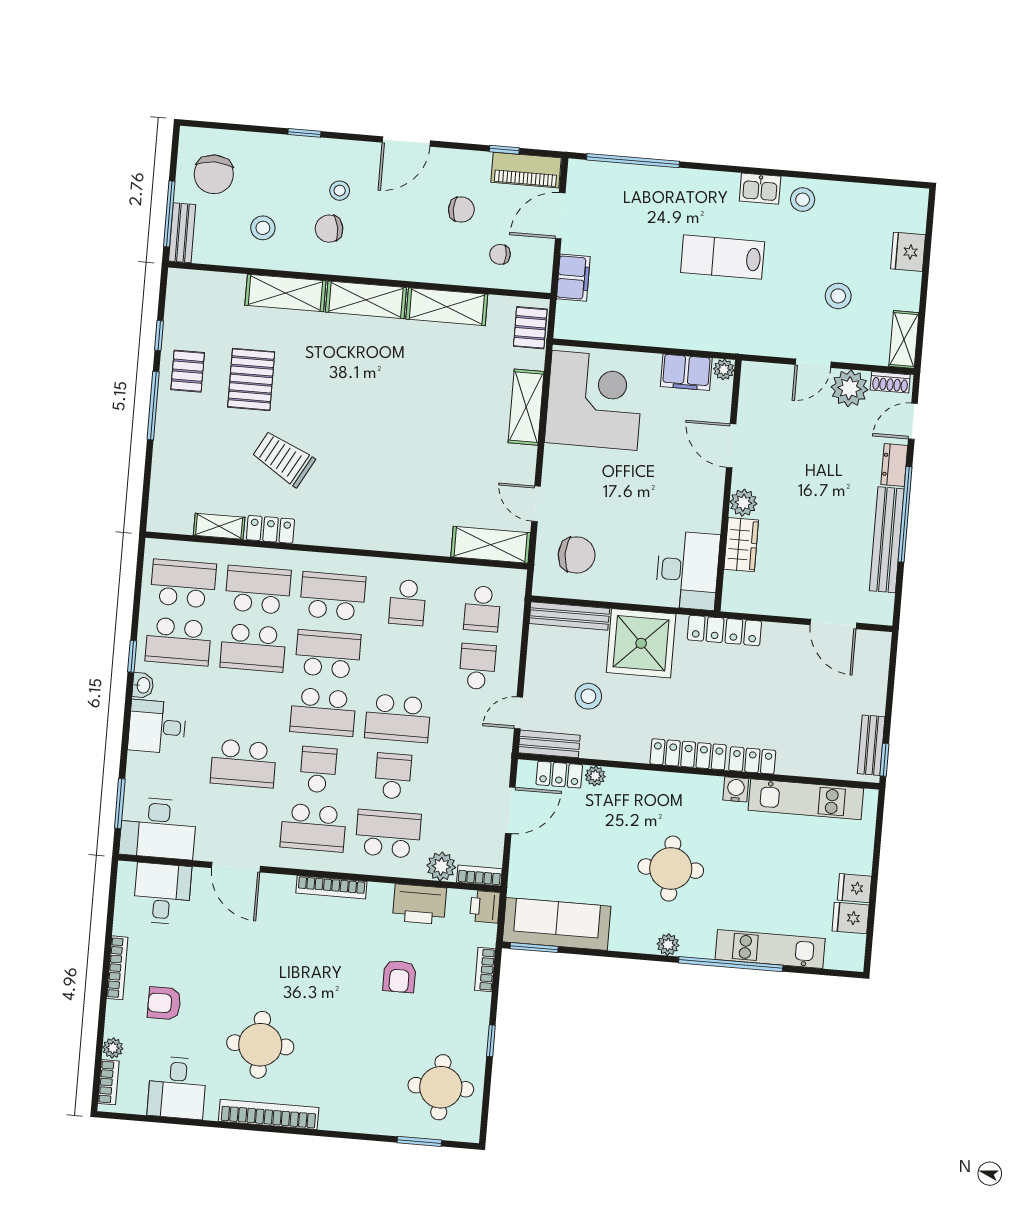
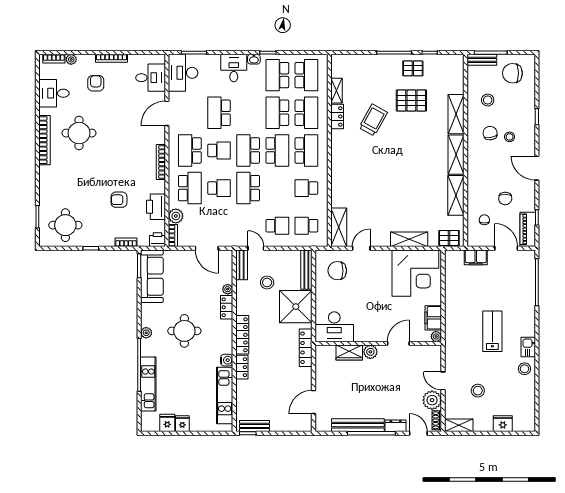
chair: (577, 555) -> (337, 271), turned 90
locker: (559, 775) -> (227, 307), moved

